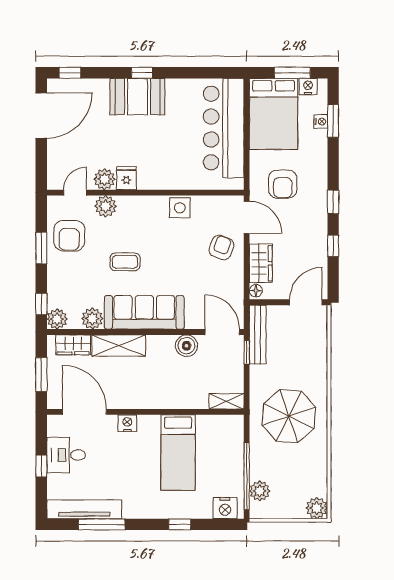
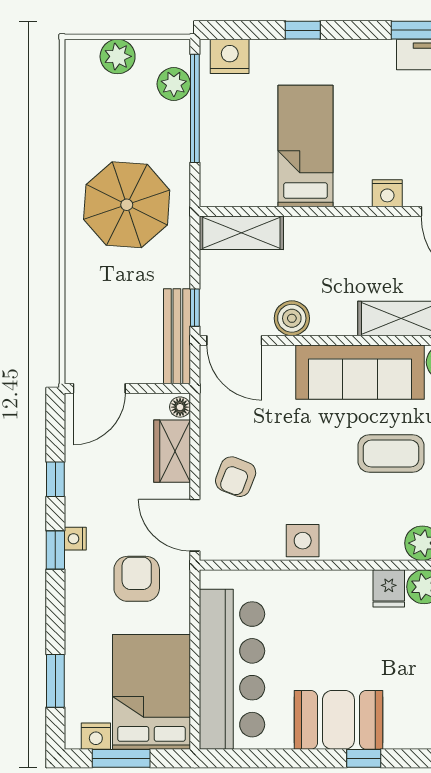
booth: (137, 97) -> (338, 720), moved
nightstand: (321, 122) -> (75, 539), moved
coffee table: (125, 262) -> (391, 454), width x1.36, depth x1.30
shelving: (226, 401) -> (241, 233), width x1.50, depth x1.33
plant: (317, 508) -> (118, 56), moved

